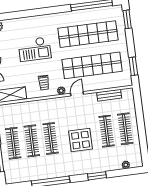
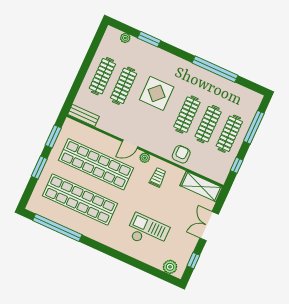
window: (127, 19) -> (39, 168), moved
checkout: (35, 49) -> (147, 232), moved
bench: (109, 95) -> (83, 115), moved
armchair: (38, 109) -> (181, 154), added
window: (97, 176) -> (149, 39), moved

